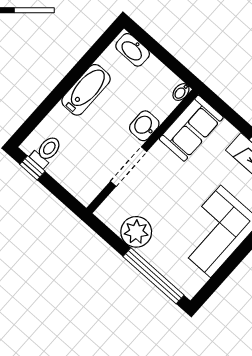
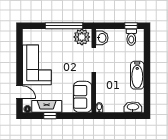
washbasin: (144, 126) -> (102, 38), moved
plant: (136, 232) -> (82, 37), moved
window: (154, 276) -> (64, 26), moved

